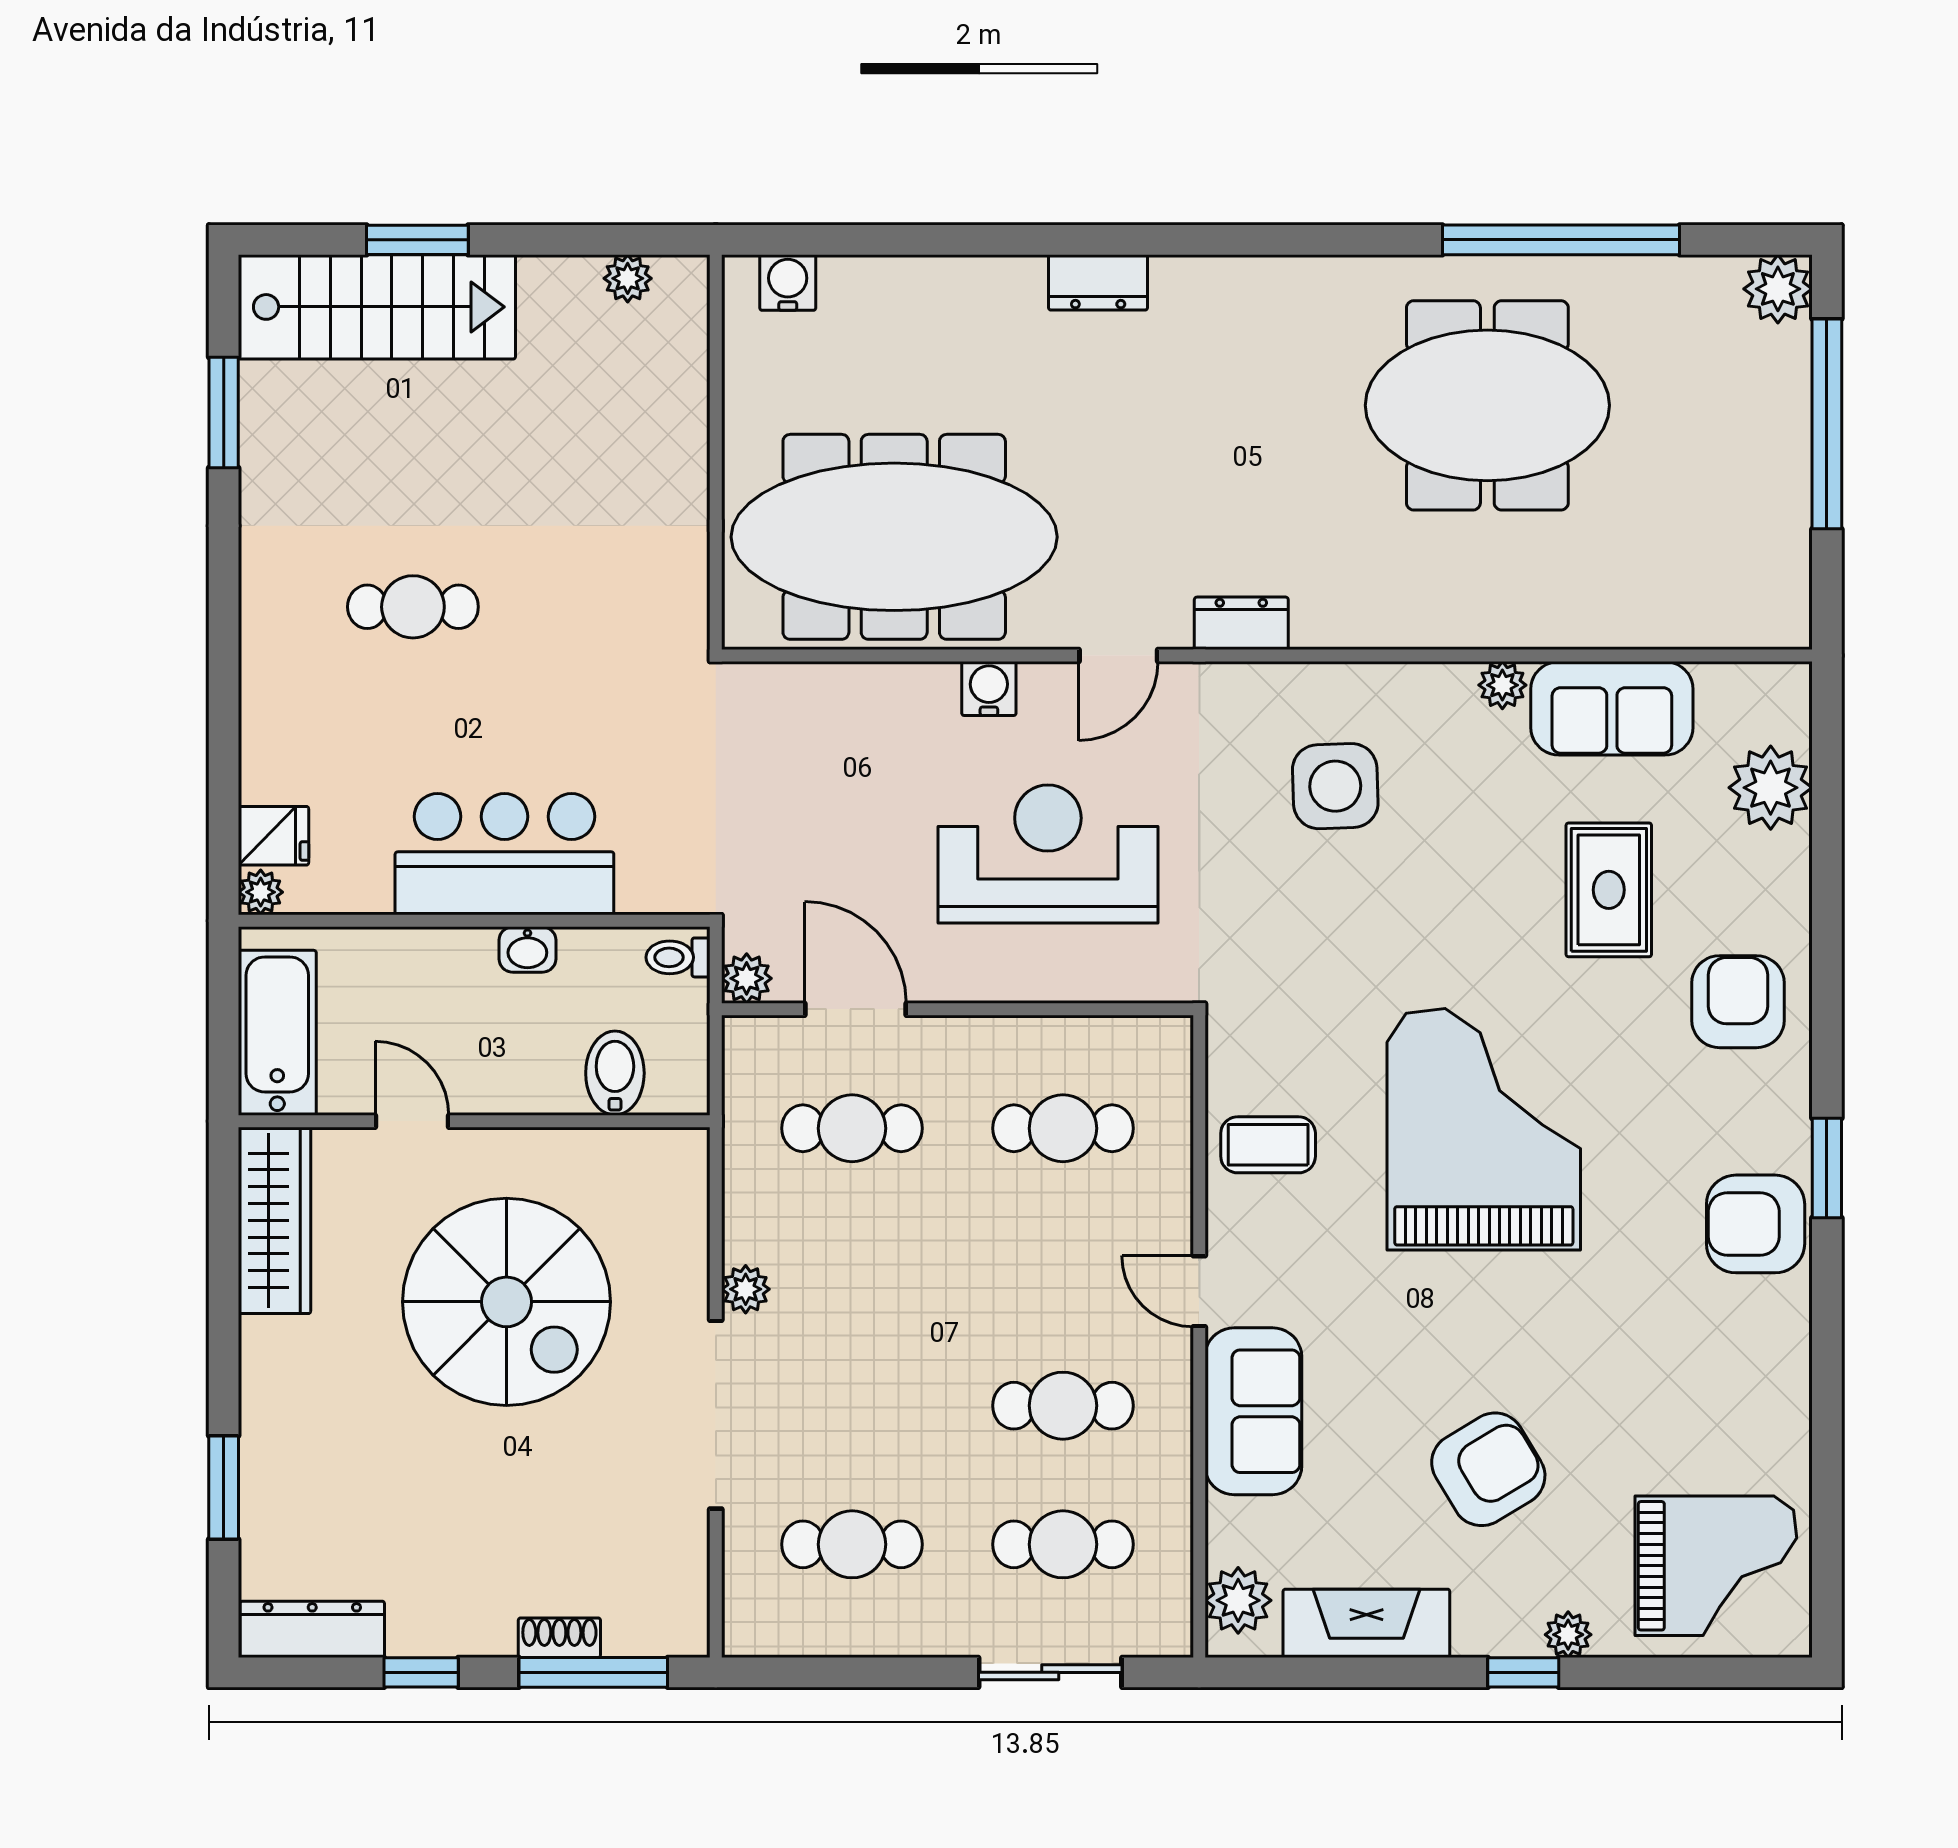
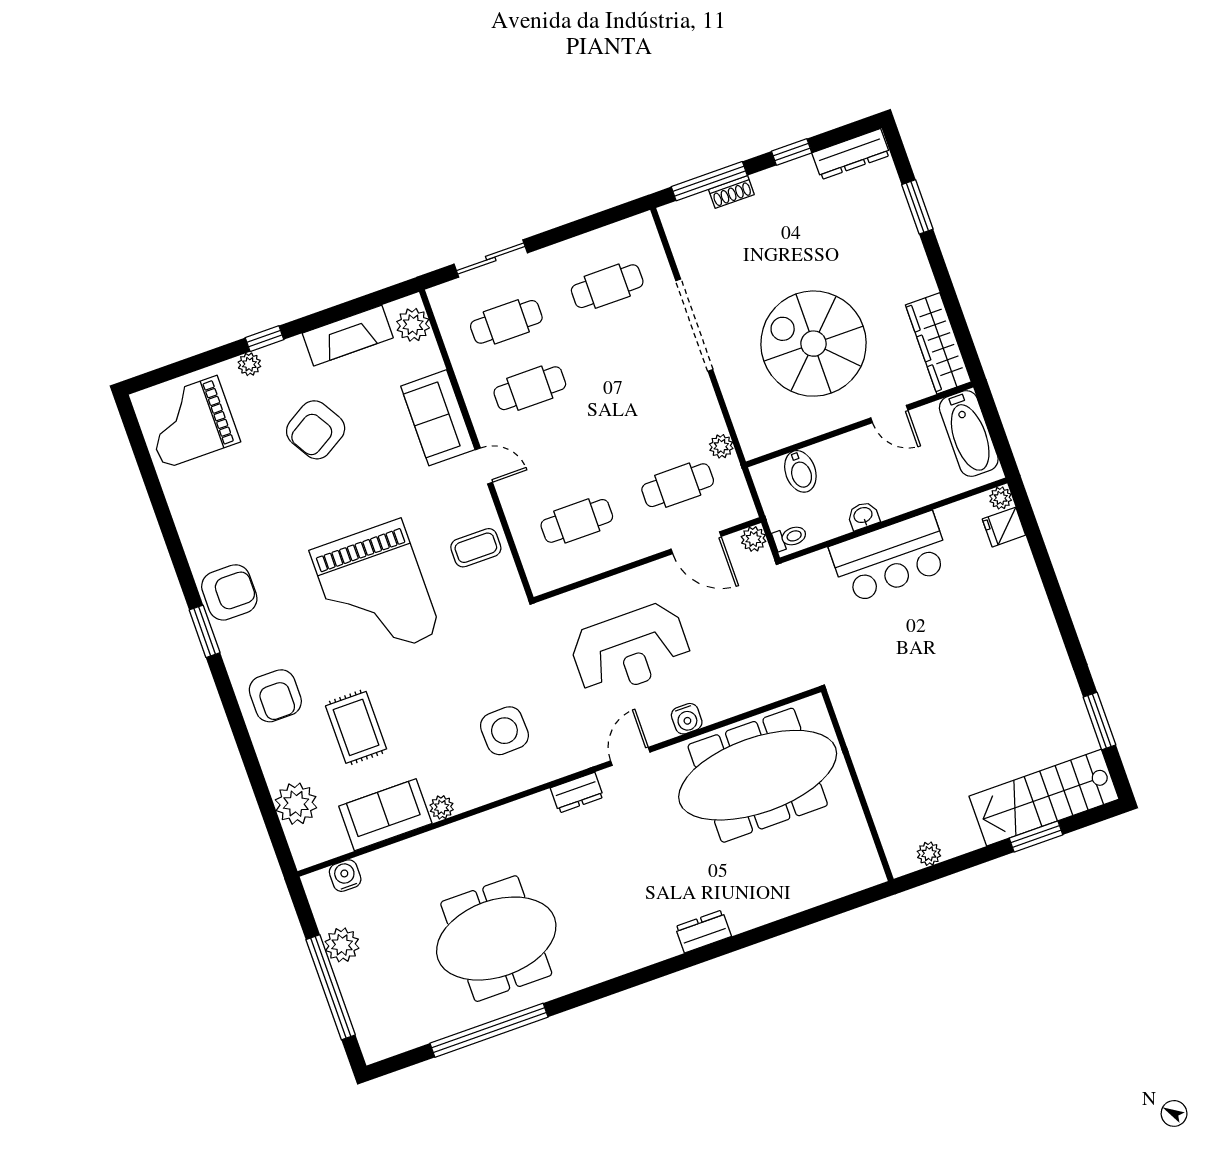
water cooler: (788, 283) -> (345, 876), moved, turned 180
plant: (1778, 289) -> (342, 945), moved
cafe table: (413, 607) -> (976, 660), removed
plant: (746, 1289) -> (721, 446), moved

